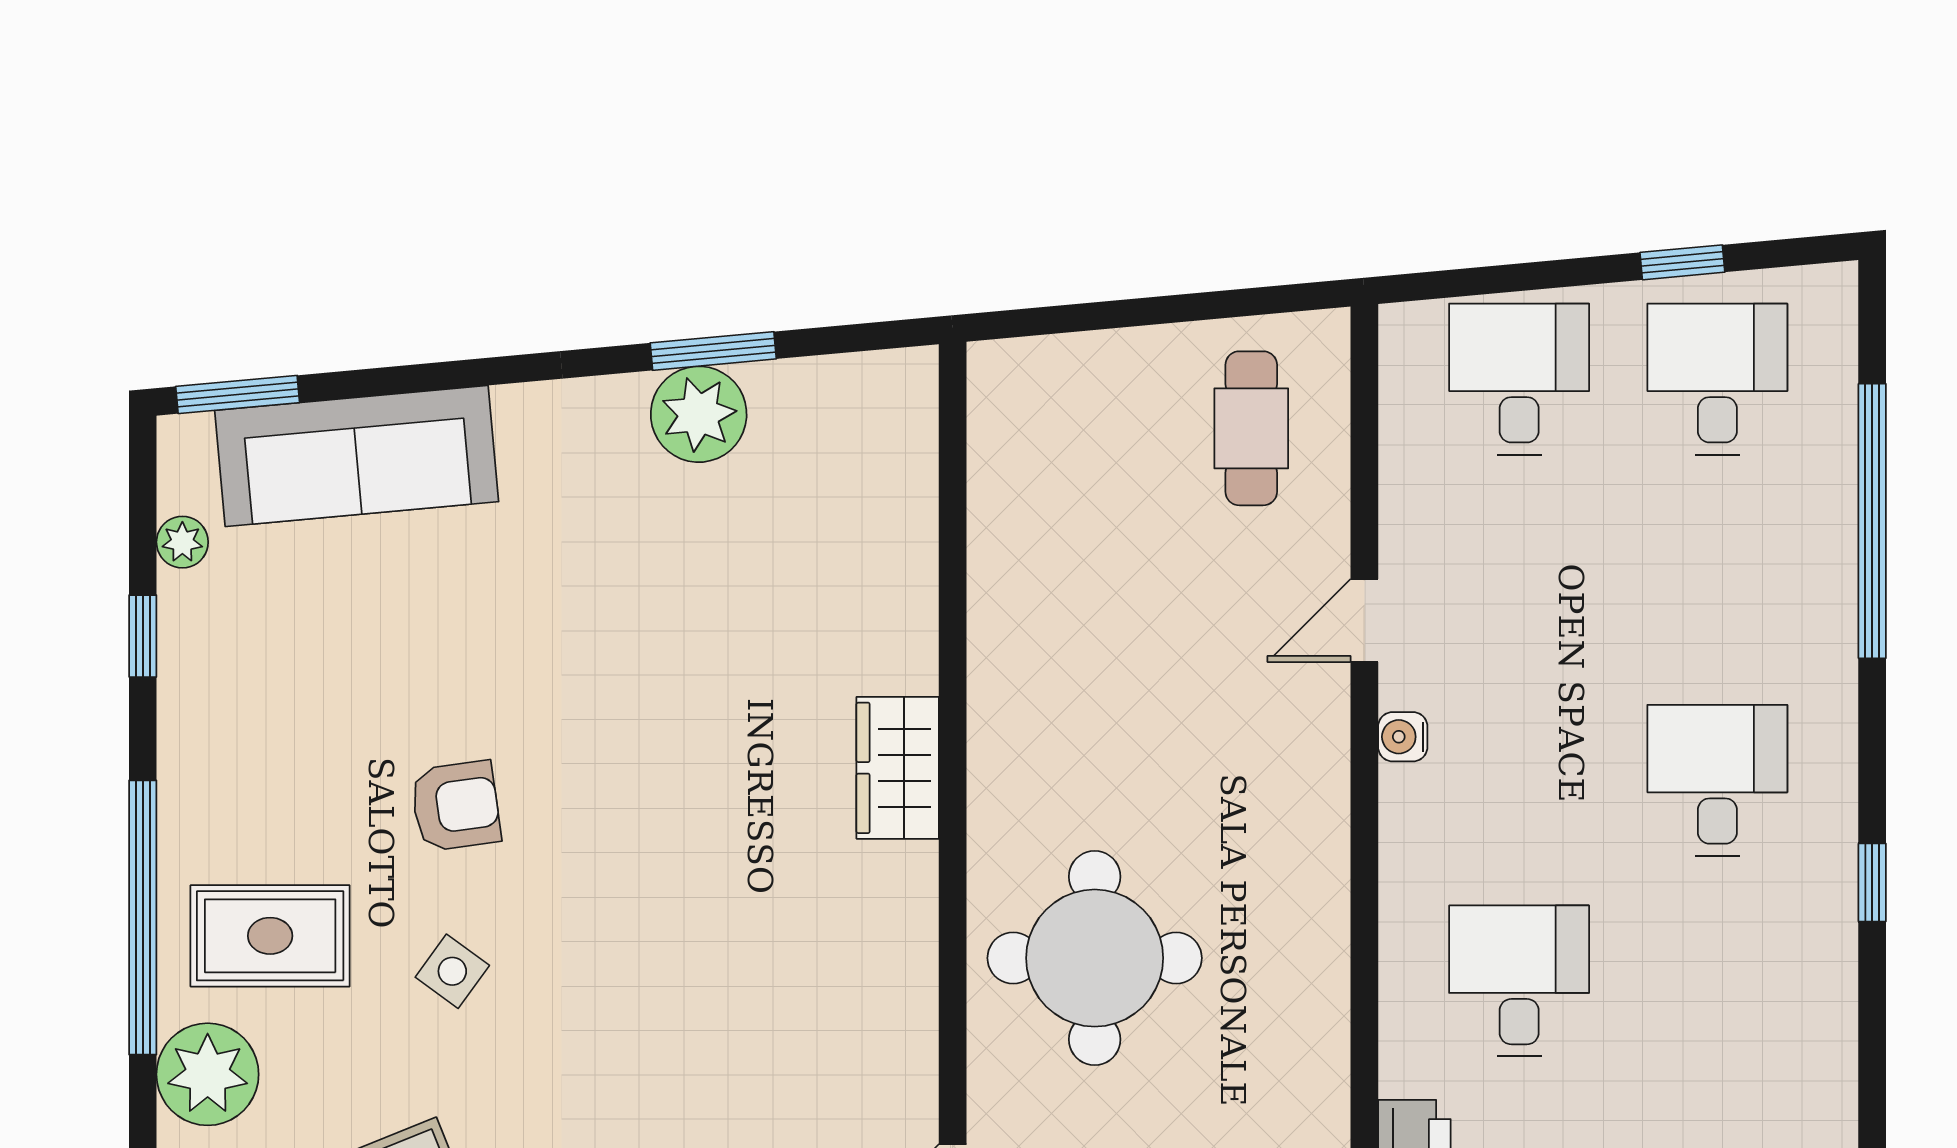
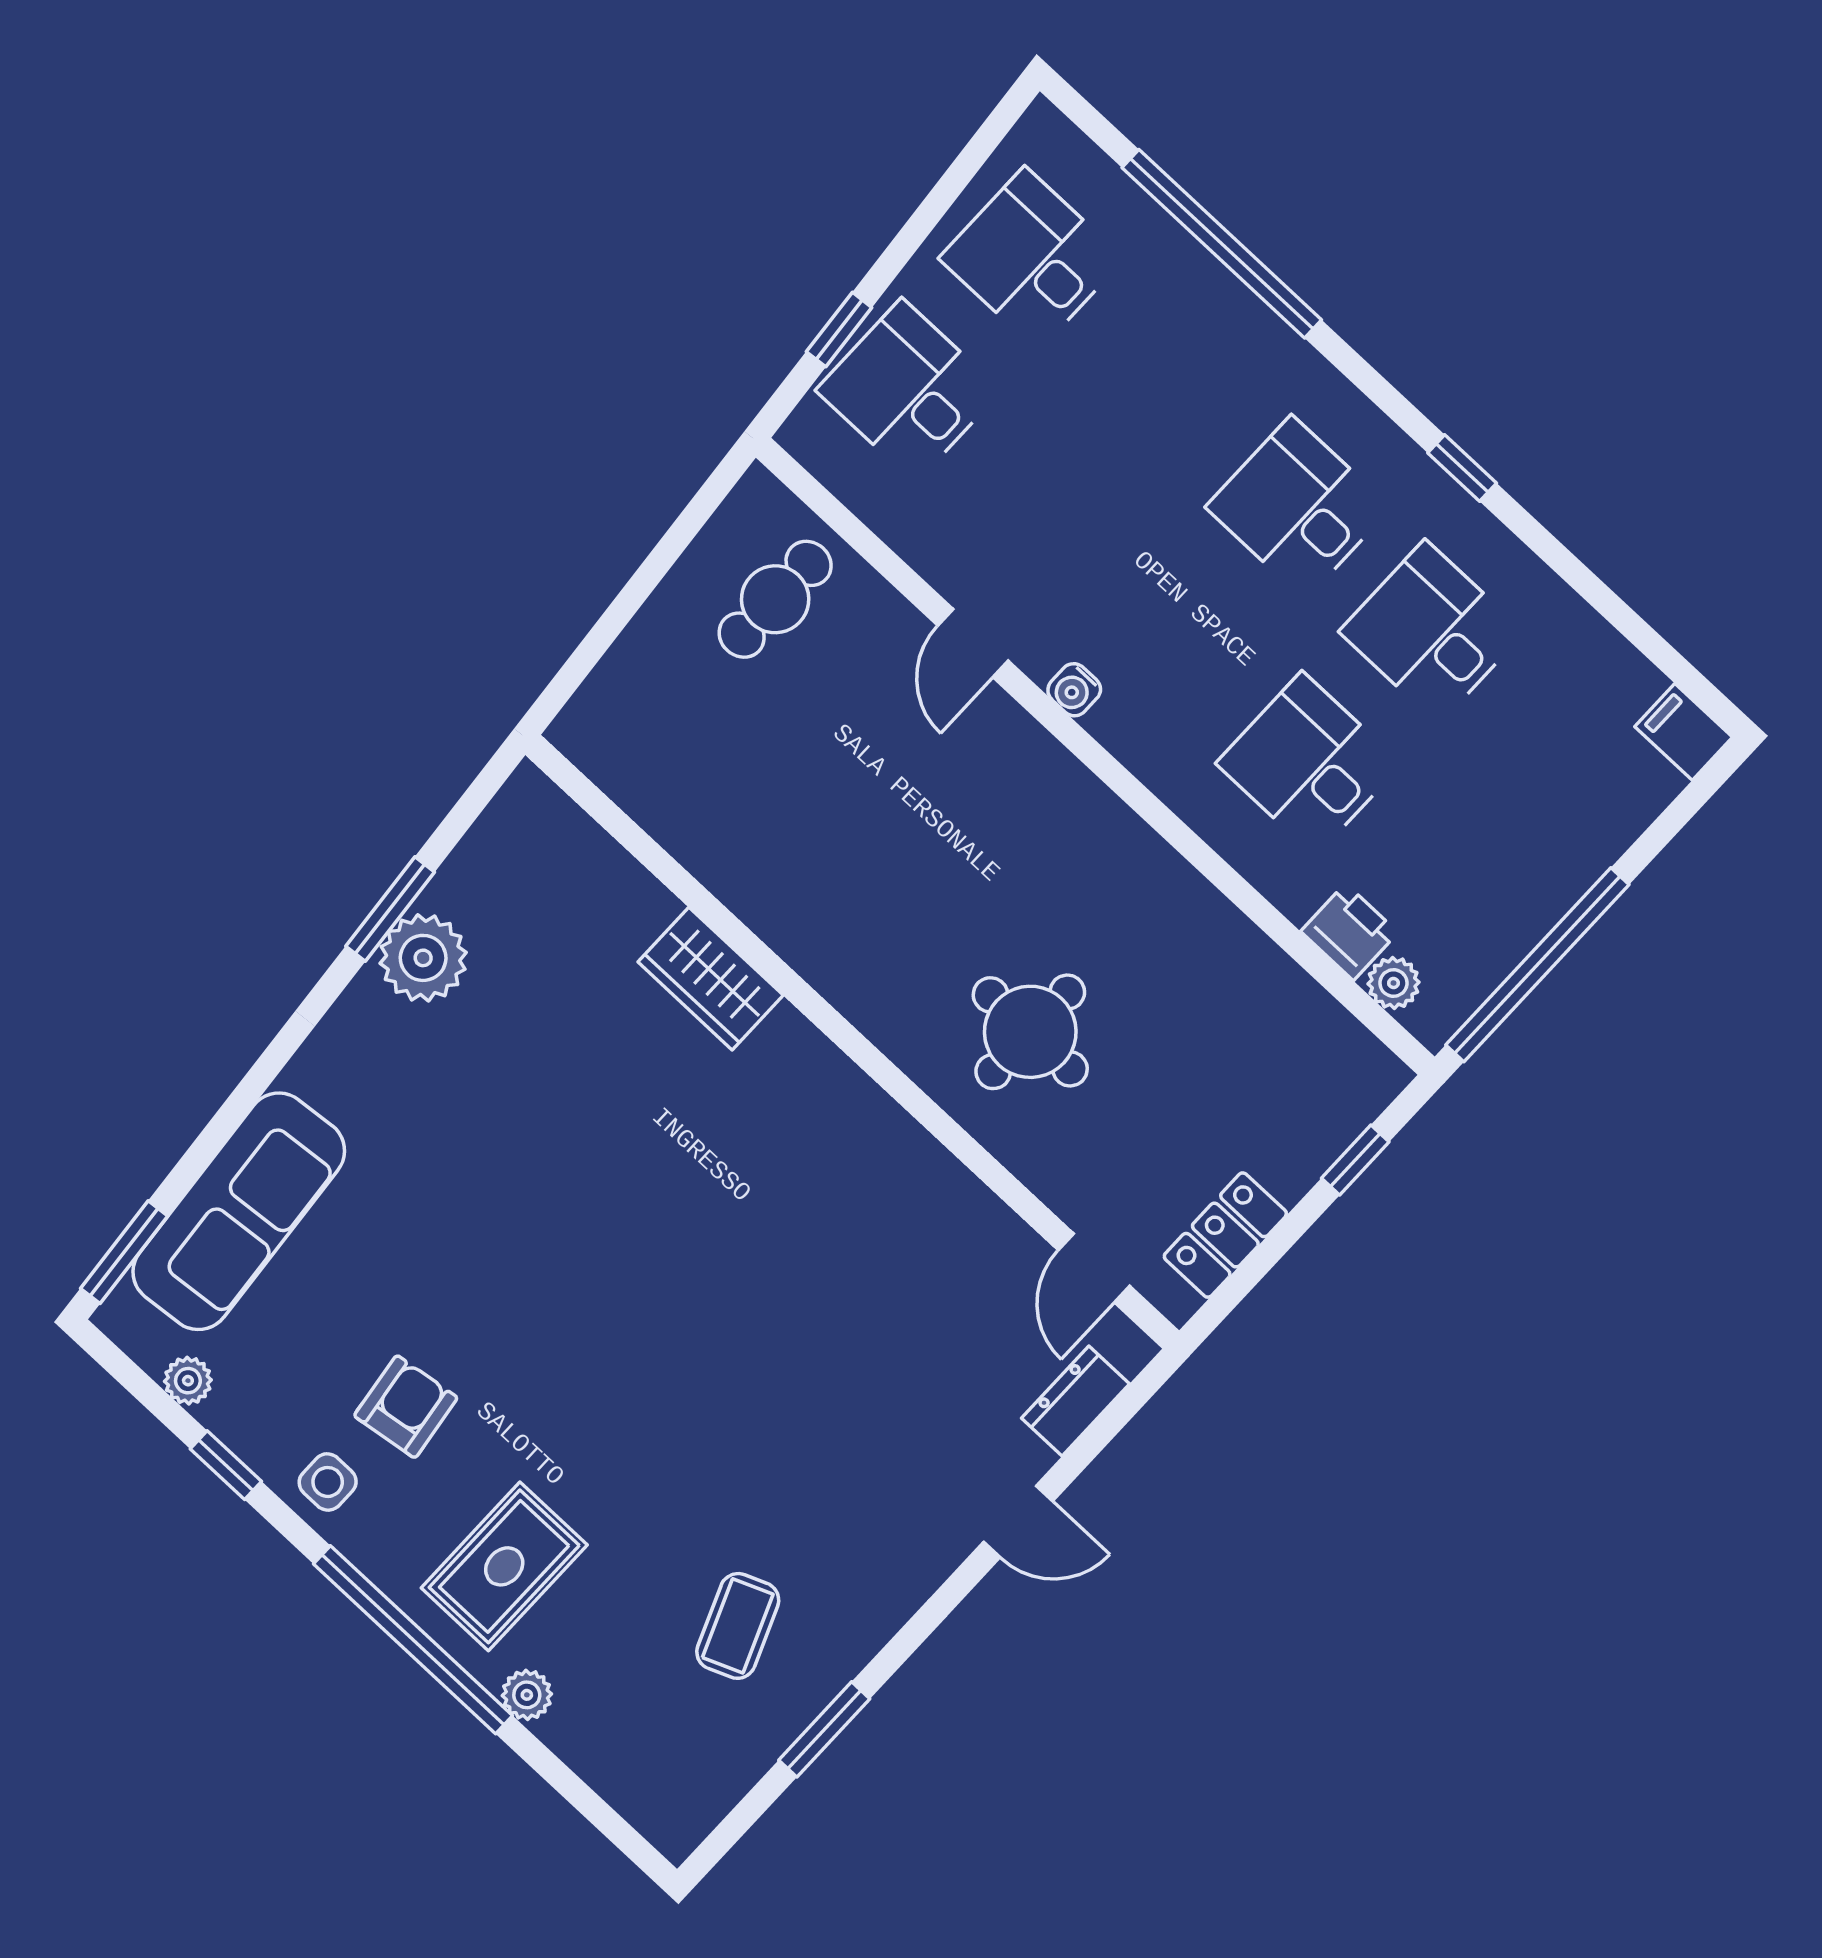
window: (1682, 262) -> (839, 330), moved
cafe table: (1251, 428) -> (775, 599), turned 90
wardrobe: (898, 768) -> (711, 979), moved
armchair: (456, 806) -> (406, 1407), moved
round table: (1095, 958) -> (1030, 1032), width x0.73, depth x0.73
side table: (452, 971) -> (328, 1482), moved, turned -36
desk: (1717, 981) -> (1432, 632), added
plant: (208, 1074) -> (527, 1695), width x0.53, depth x0.53

